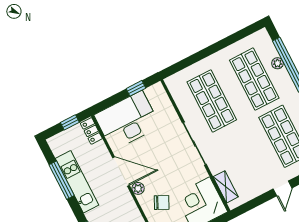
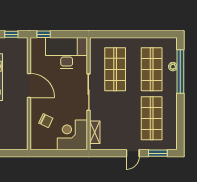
window: (136, 88) -> (44, 34), moved
desk: (127, 121) -> (67, 53), moved
locker: (91, 131) -> (23, 48), removed
plant: (138, 188) -> (35, 103), removed

